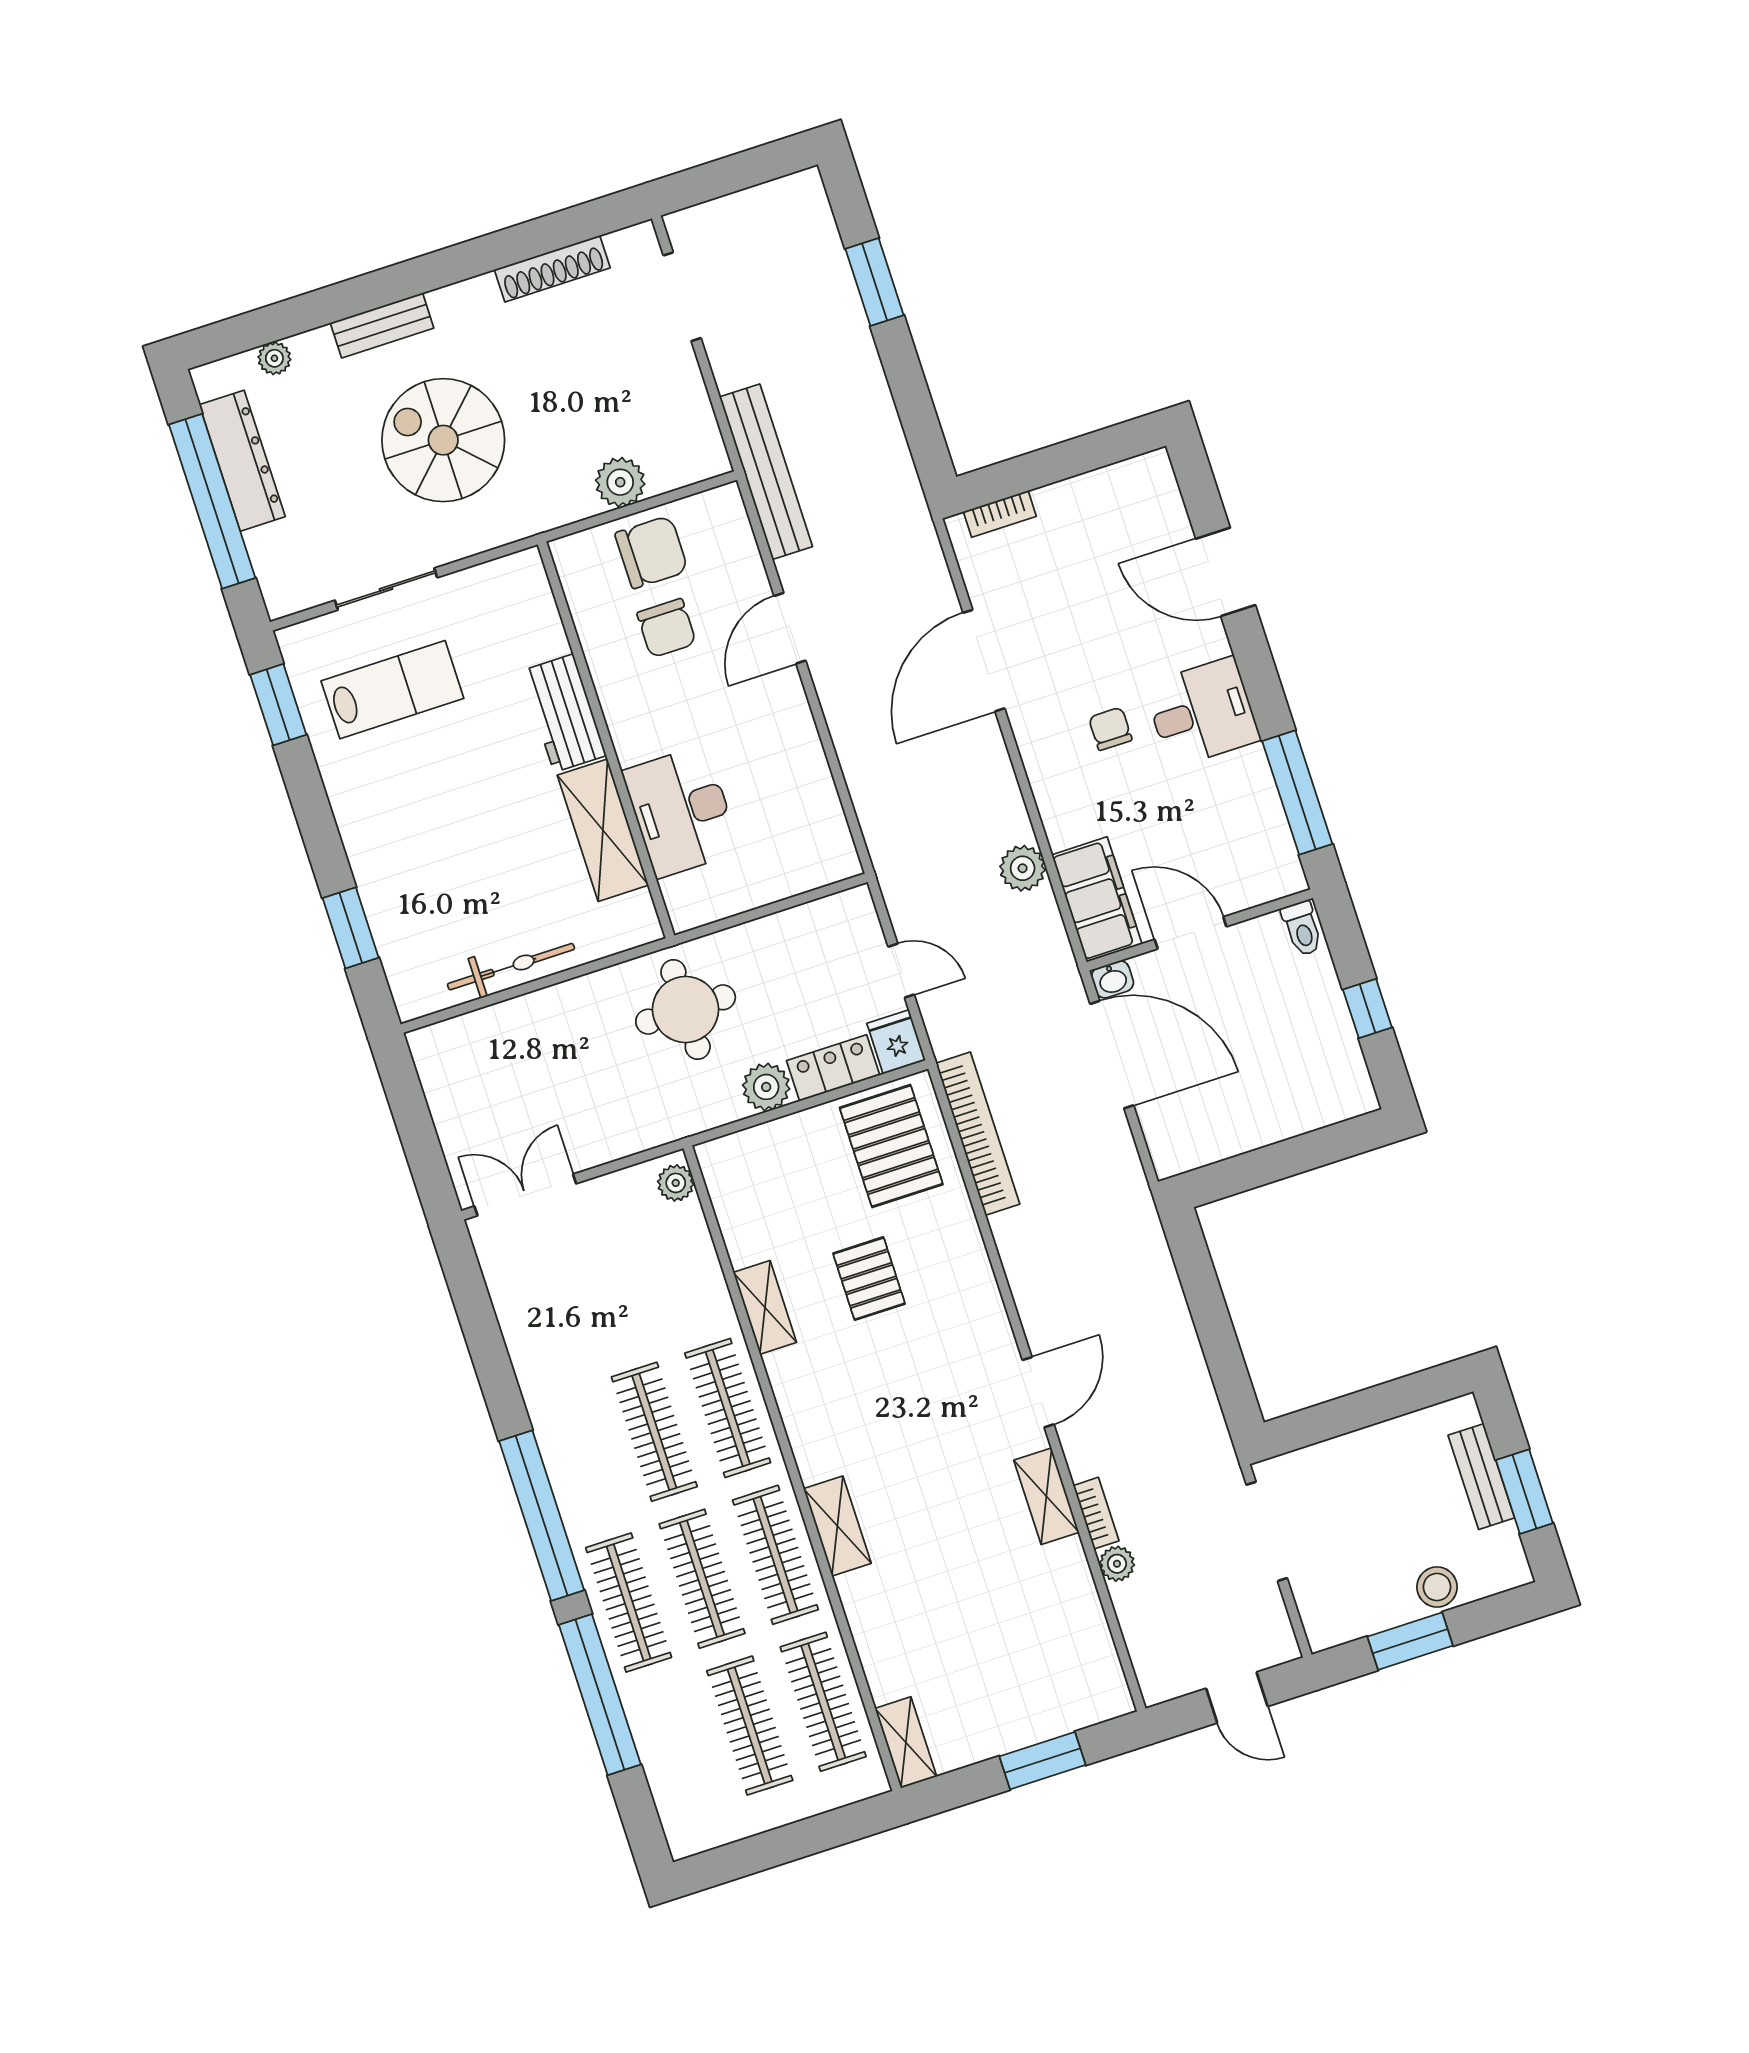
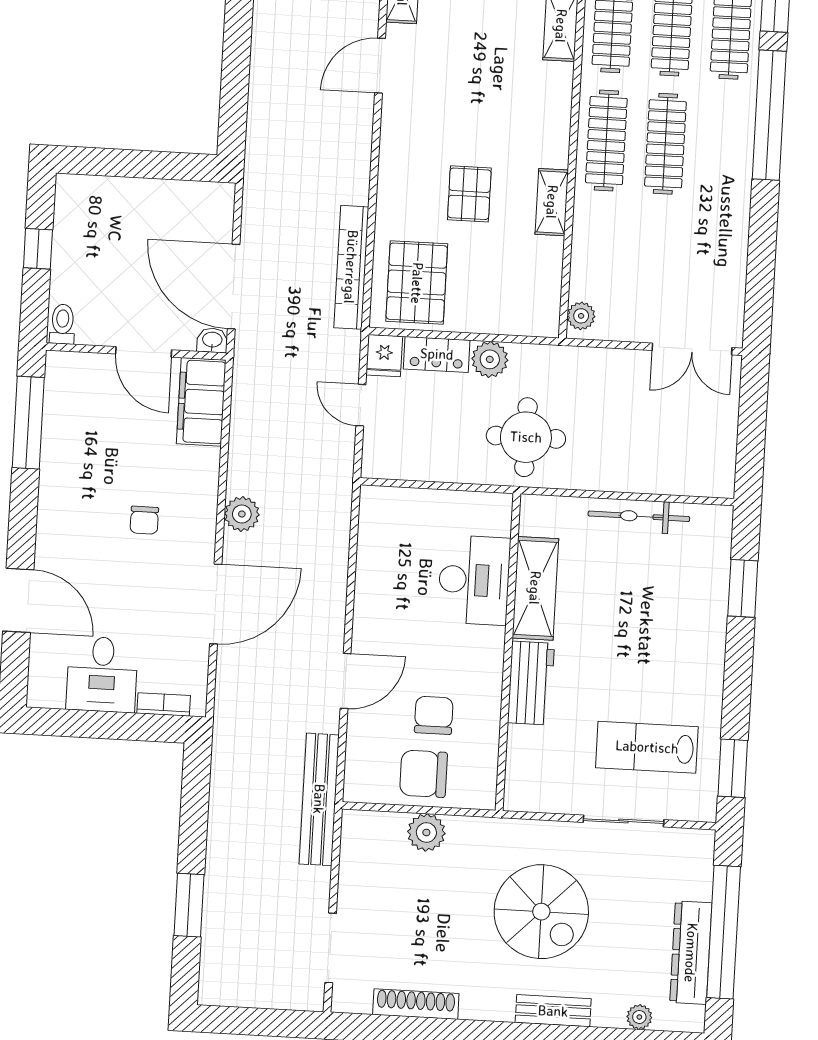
desk: (1202, 712) -> (102, 674), moved, turned -90
plant: (1023, 868) -> (242, 514), moved

